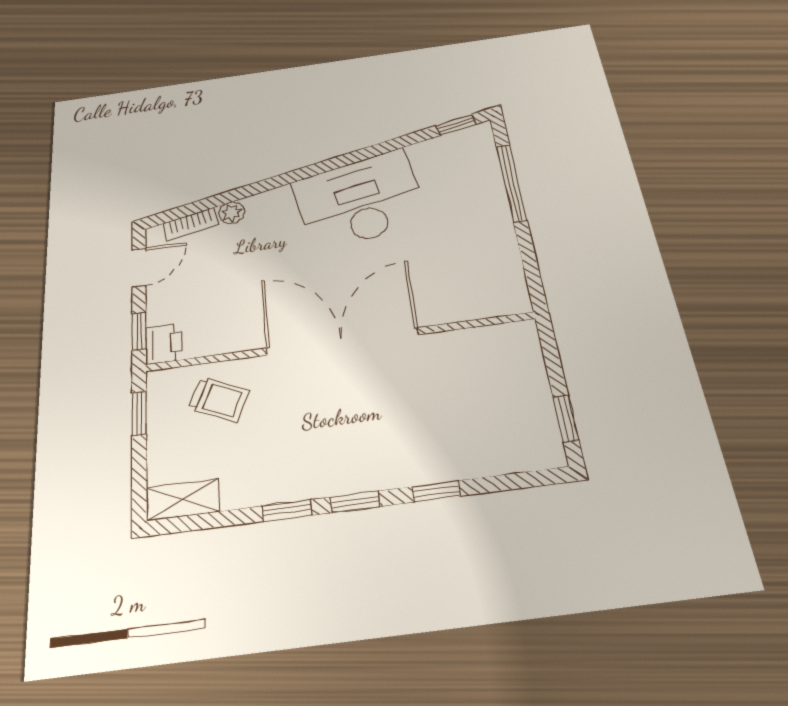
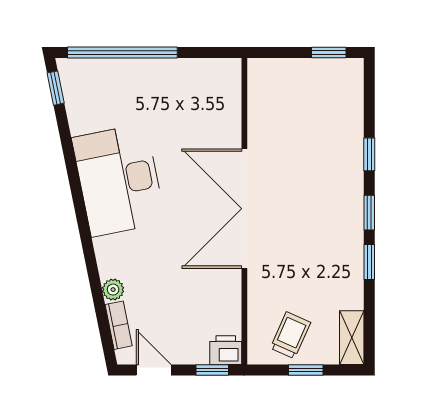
window: (511, 183) -> (122, 52), width x1.46
trolley: (219, 400) -> (290, 335), moved
window: (139, 413) -> (306, 370), moved

